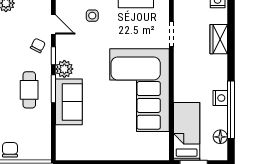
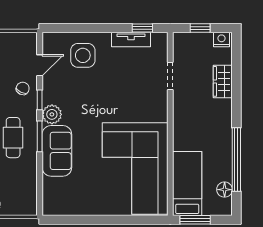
side table: (92, 16) -> (83, 55), width x1.87, depth x1.87
door: (53, 25) -> (40, 65), hinge flipped
corner sofa: (139, 90) -> (135, 168), moved
nightstand: (220, 98) -> (224, 147), removed

